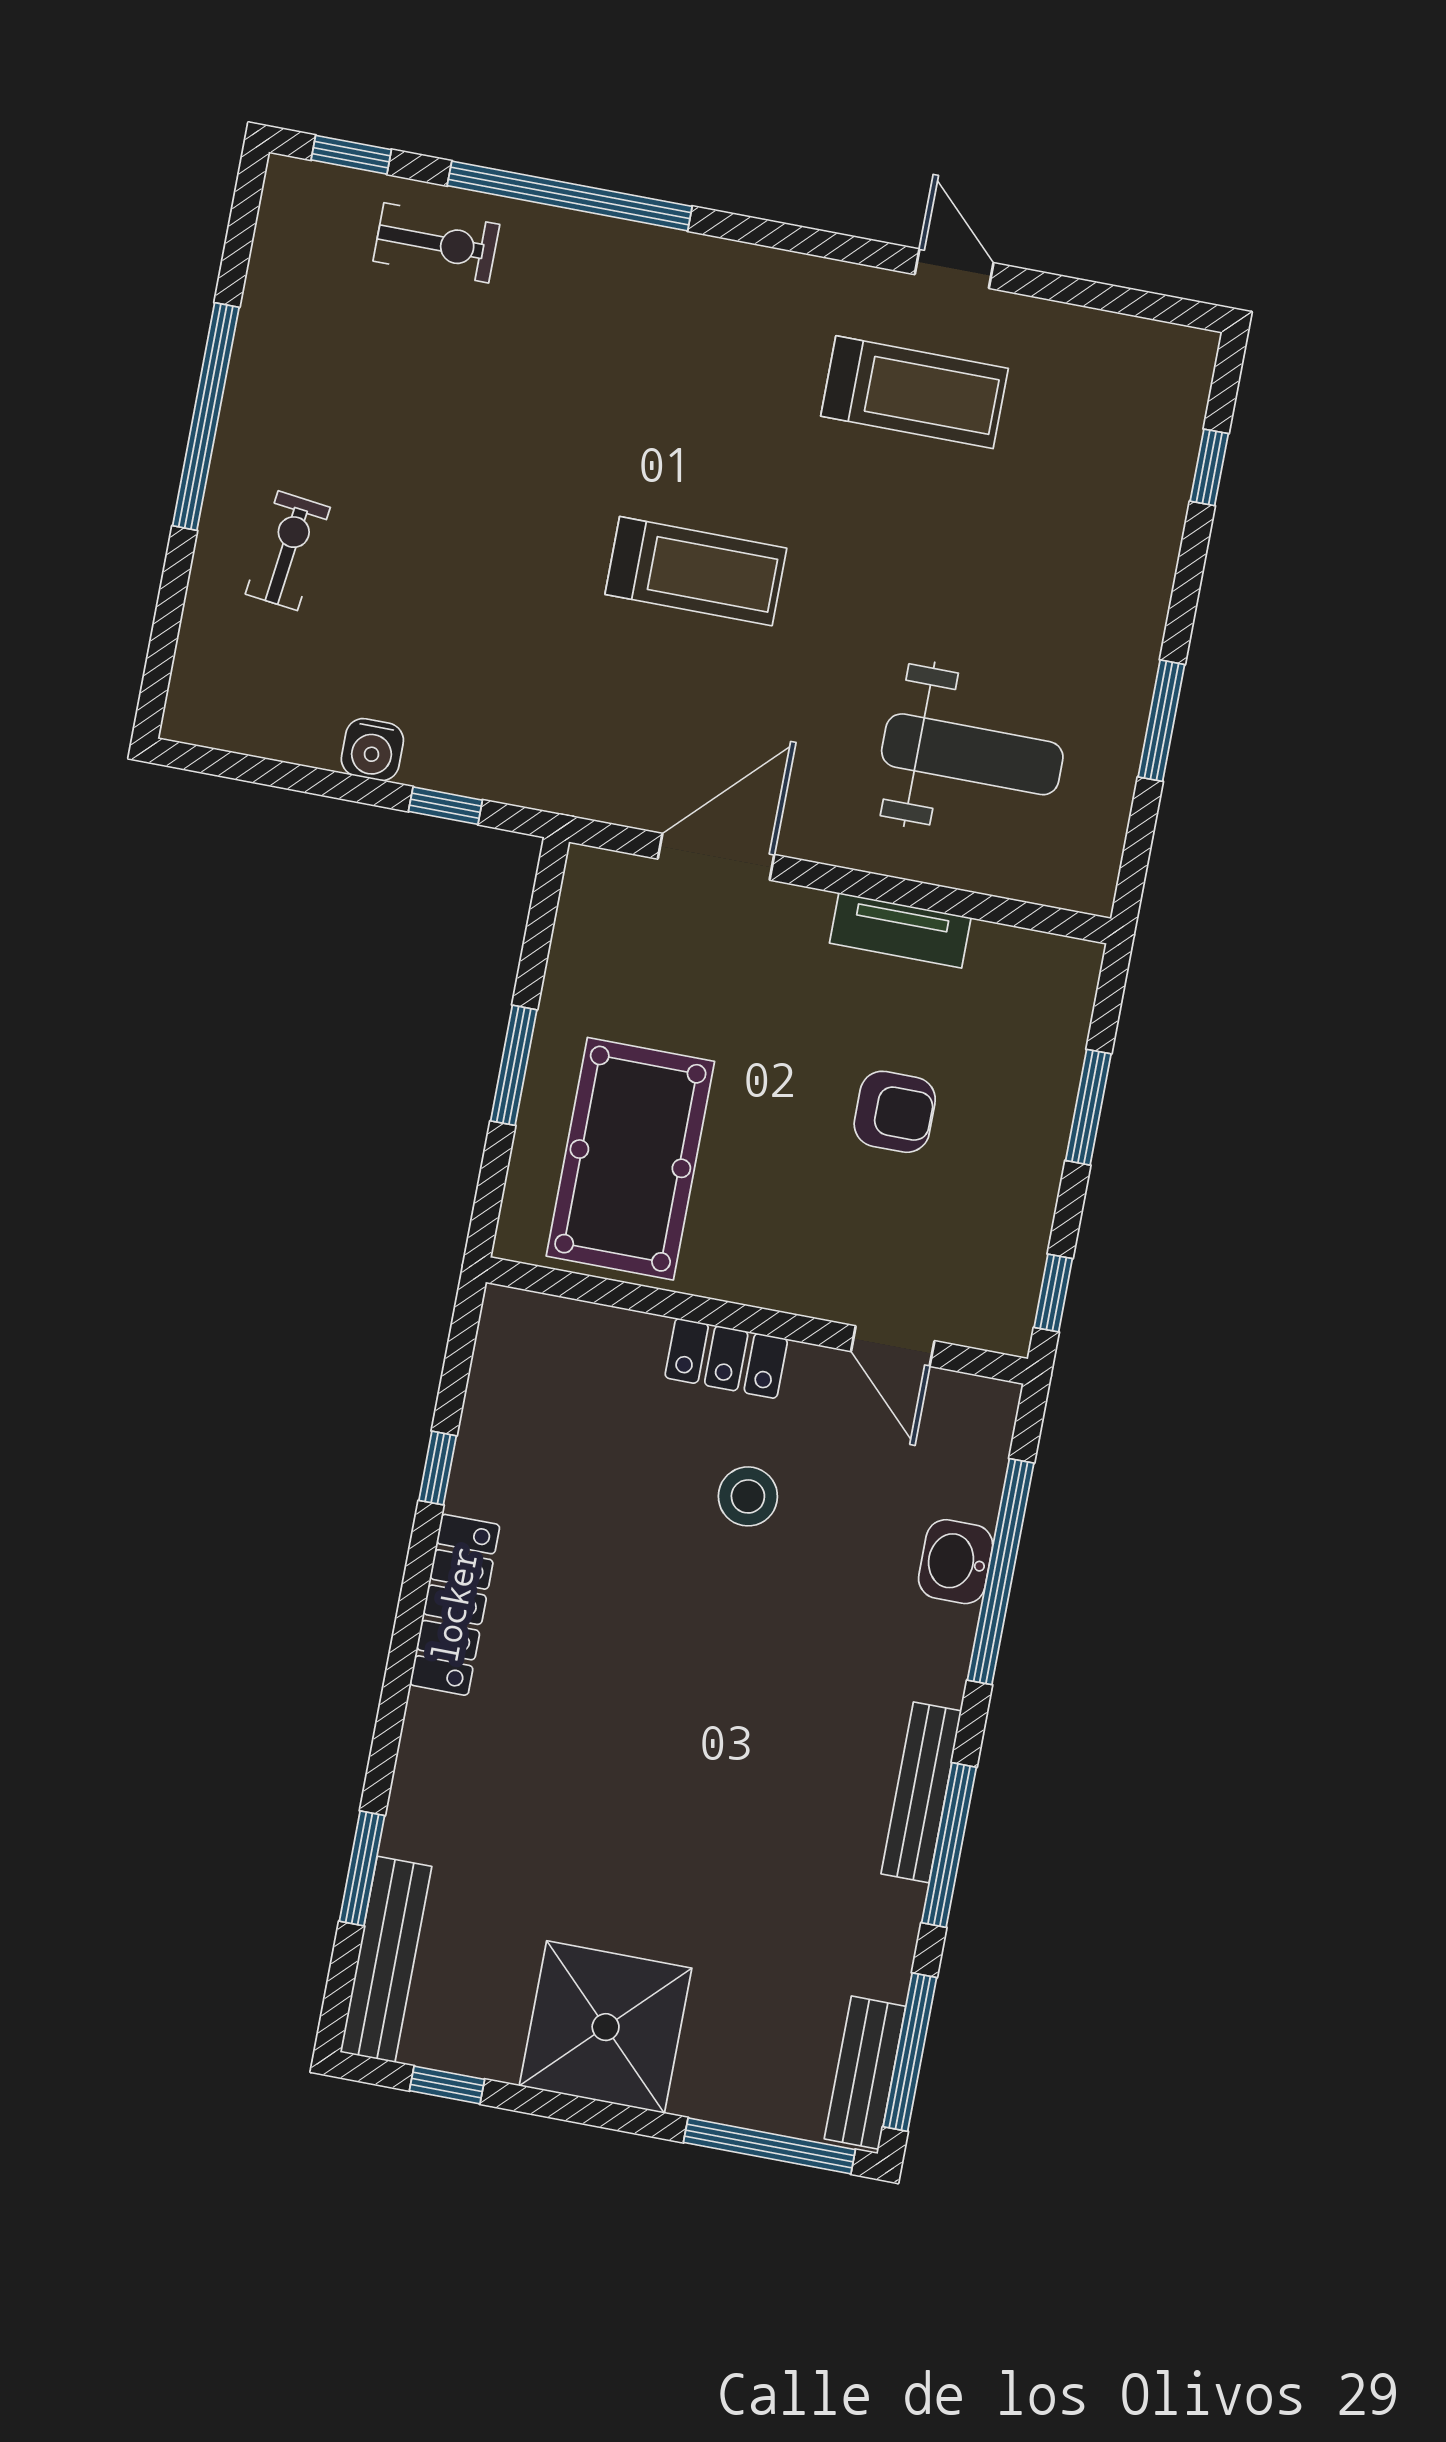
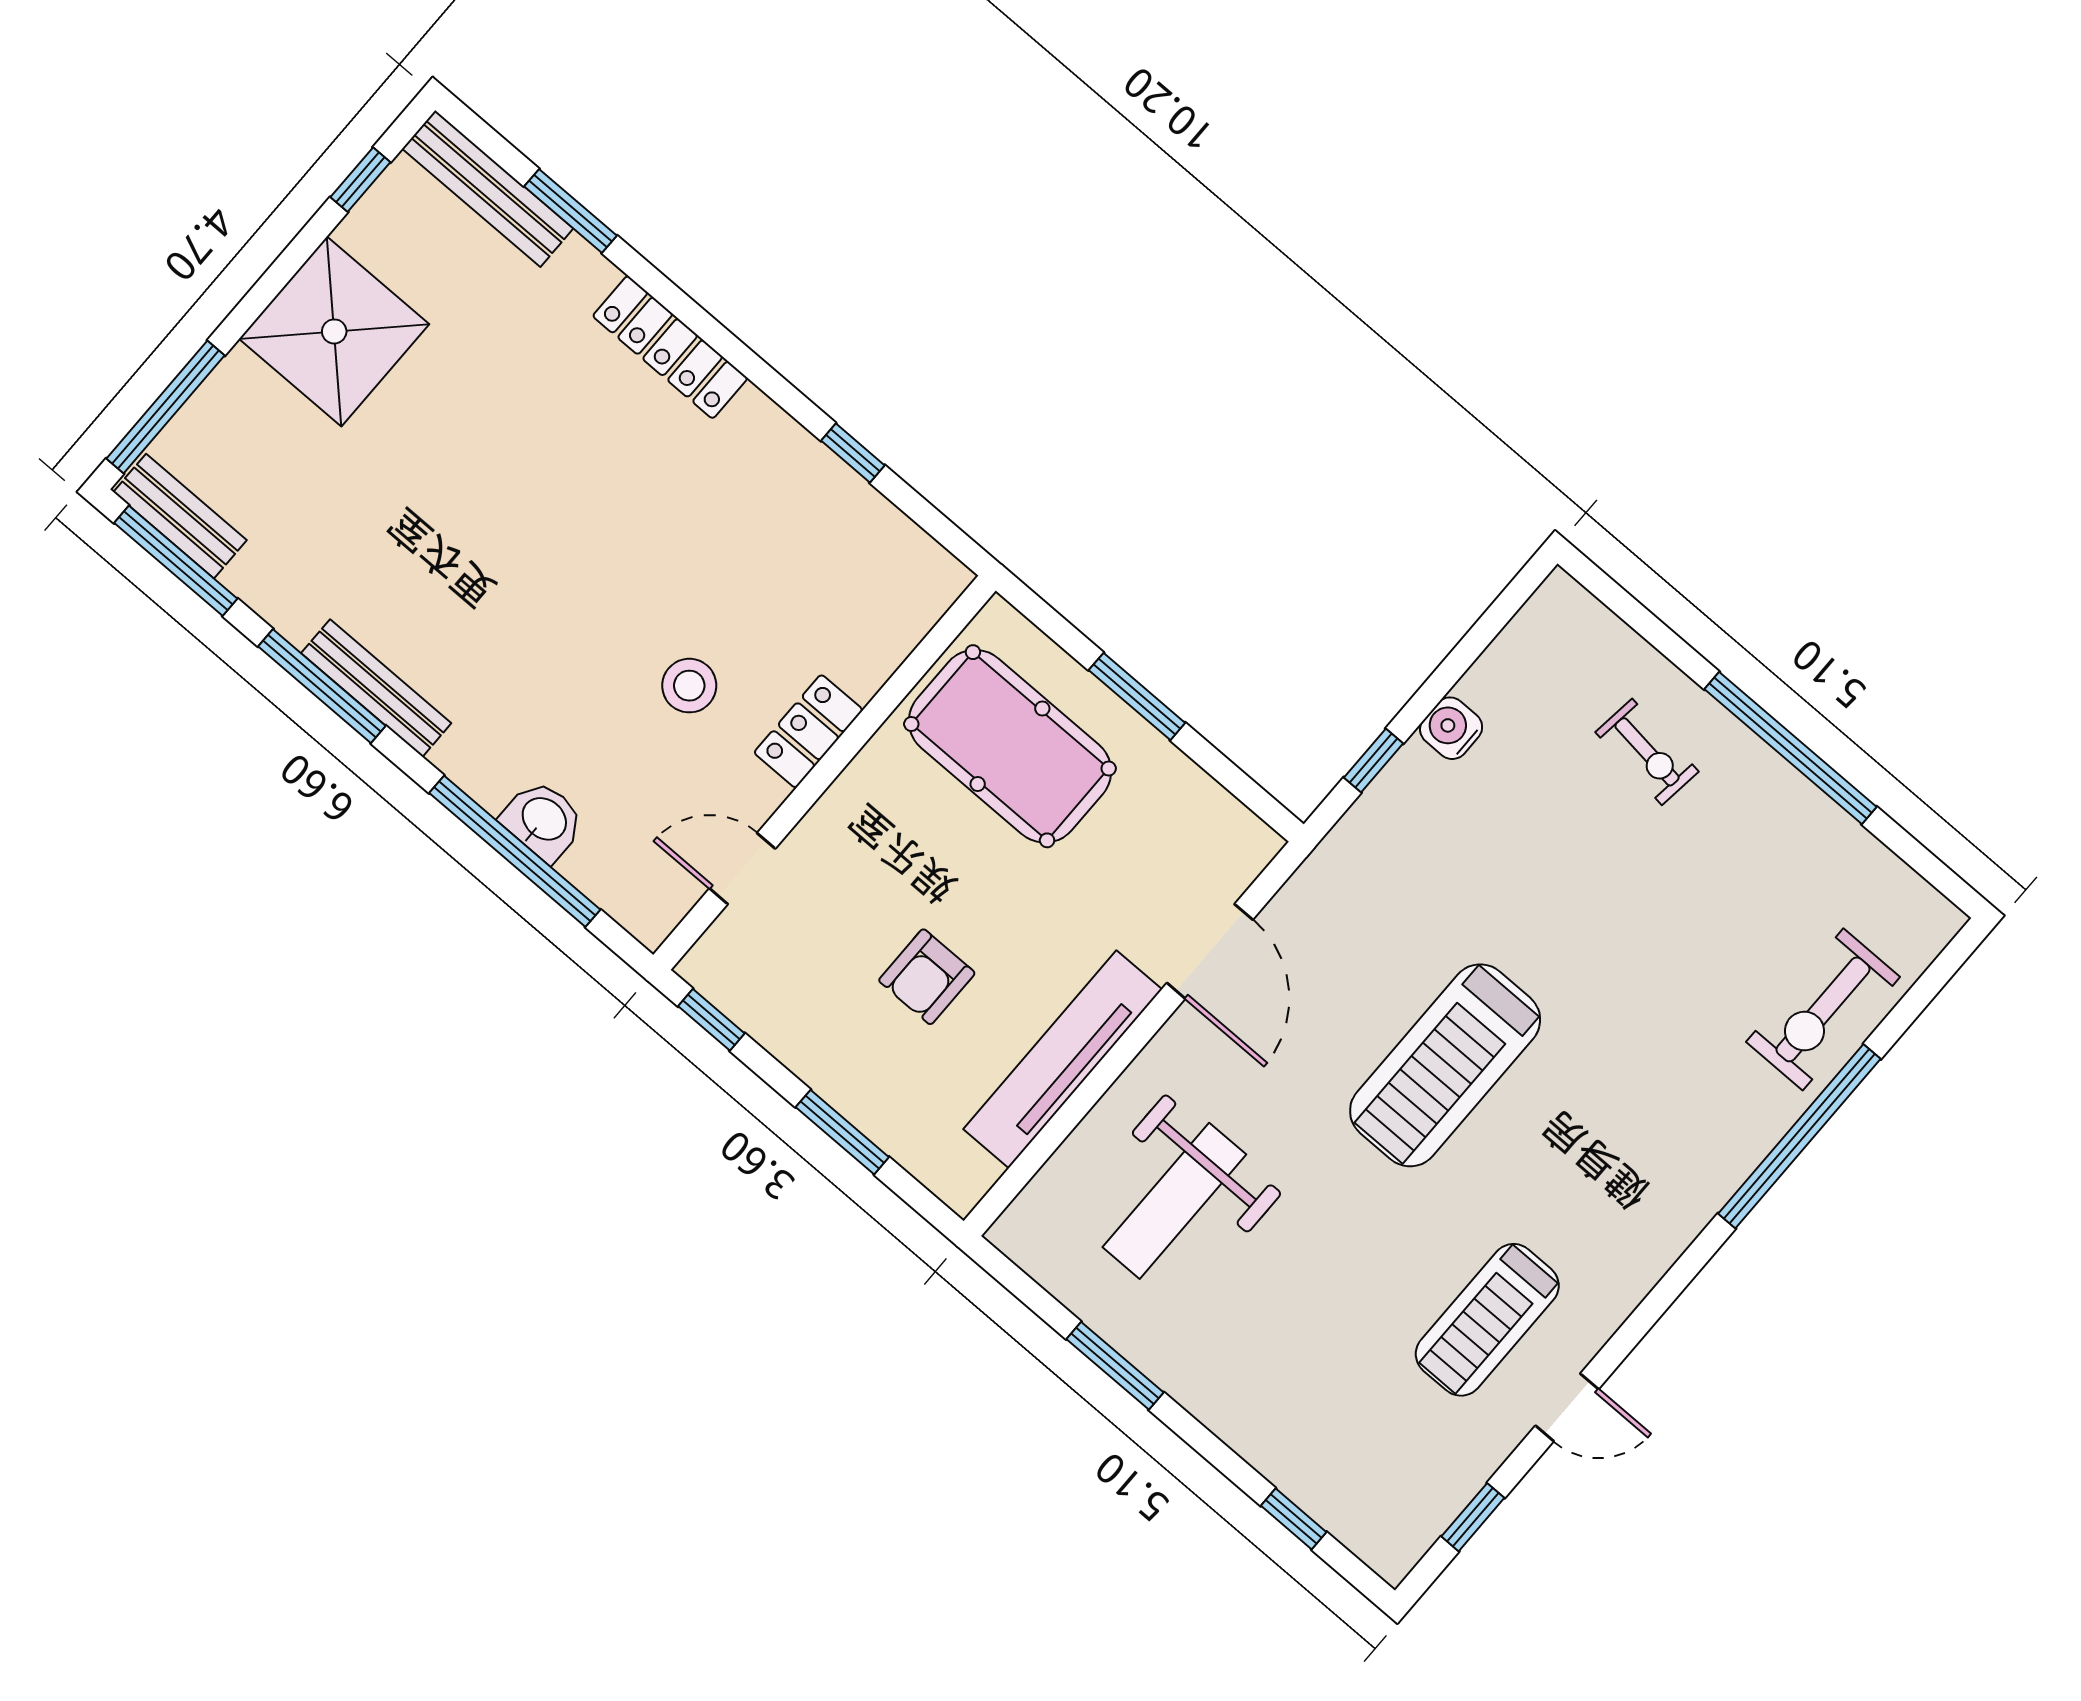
window: (351, 155) -> (1473, 1517), moved
exercise bike: (436, 243) -> (1823, 1009), width x1.38, depth x1.39
treadmill: (696, 571) -> (1445, 1065), width x1.37, depth x1.38
tv unit: (900, 930) -> (1063, 1059), width x1.92, depth x1.29
locker: (455, 1605) -> (670, 347), moved

